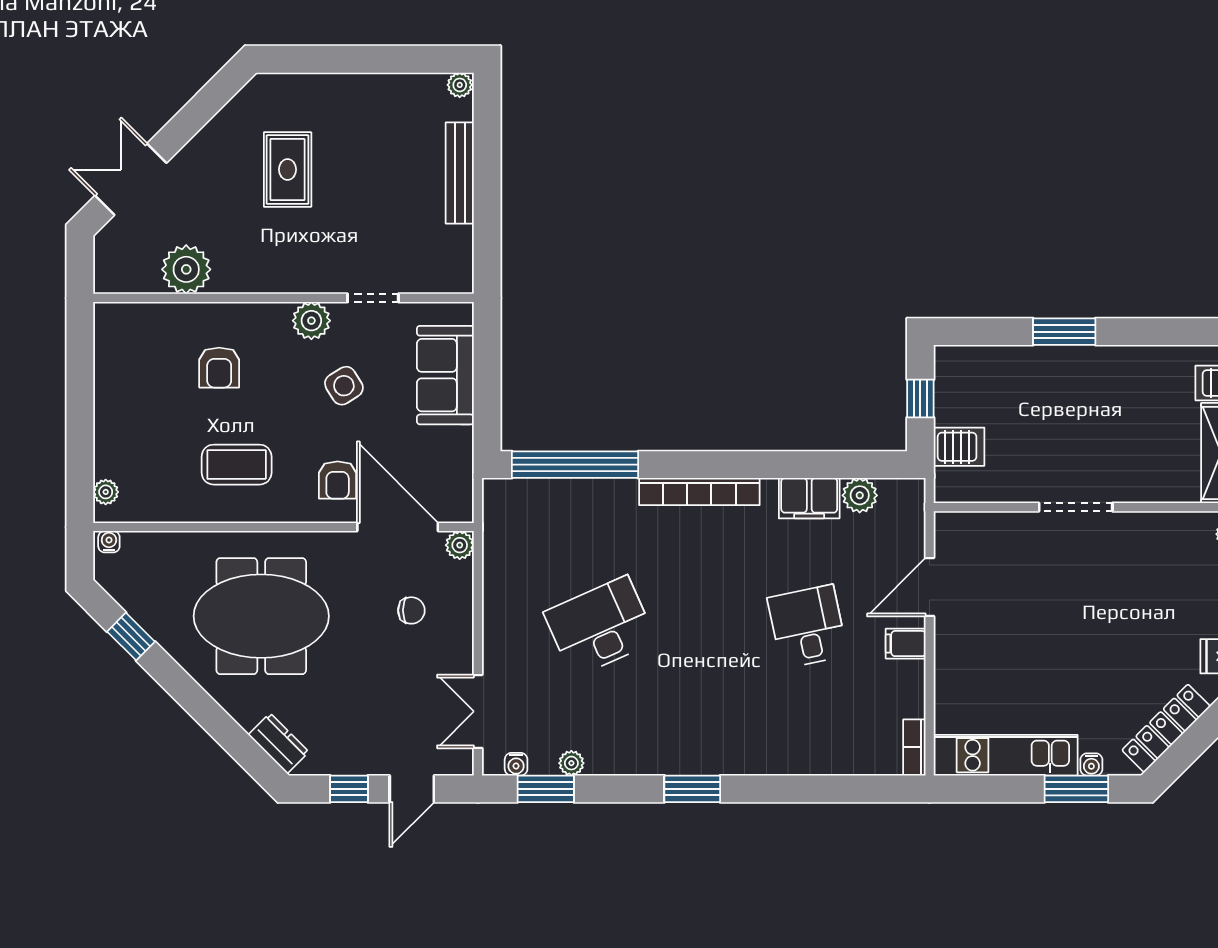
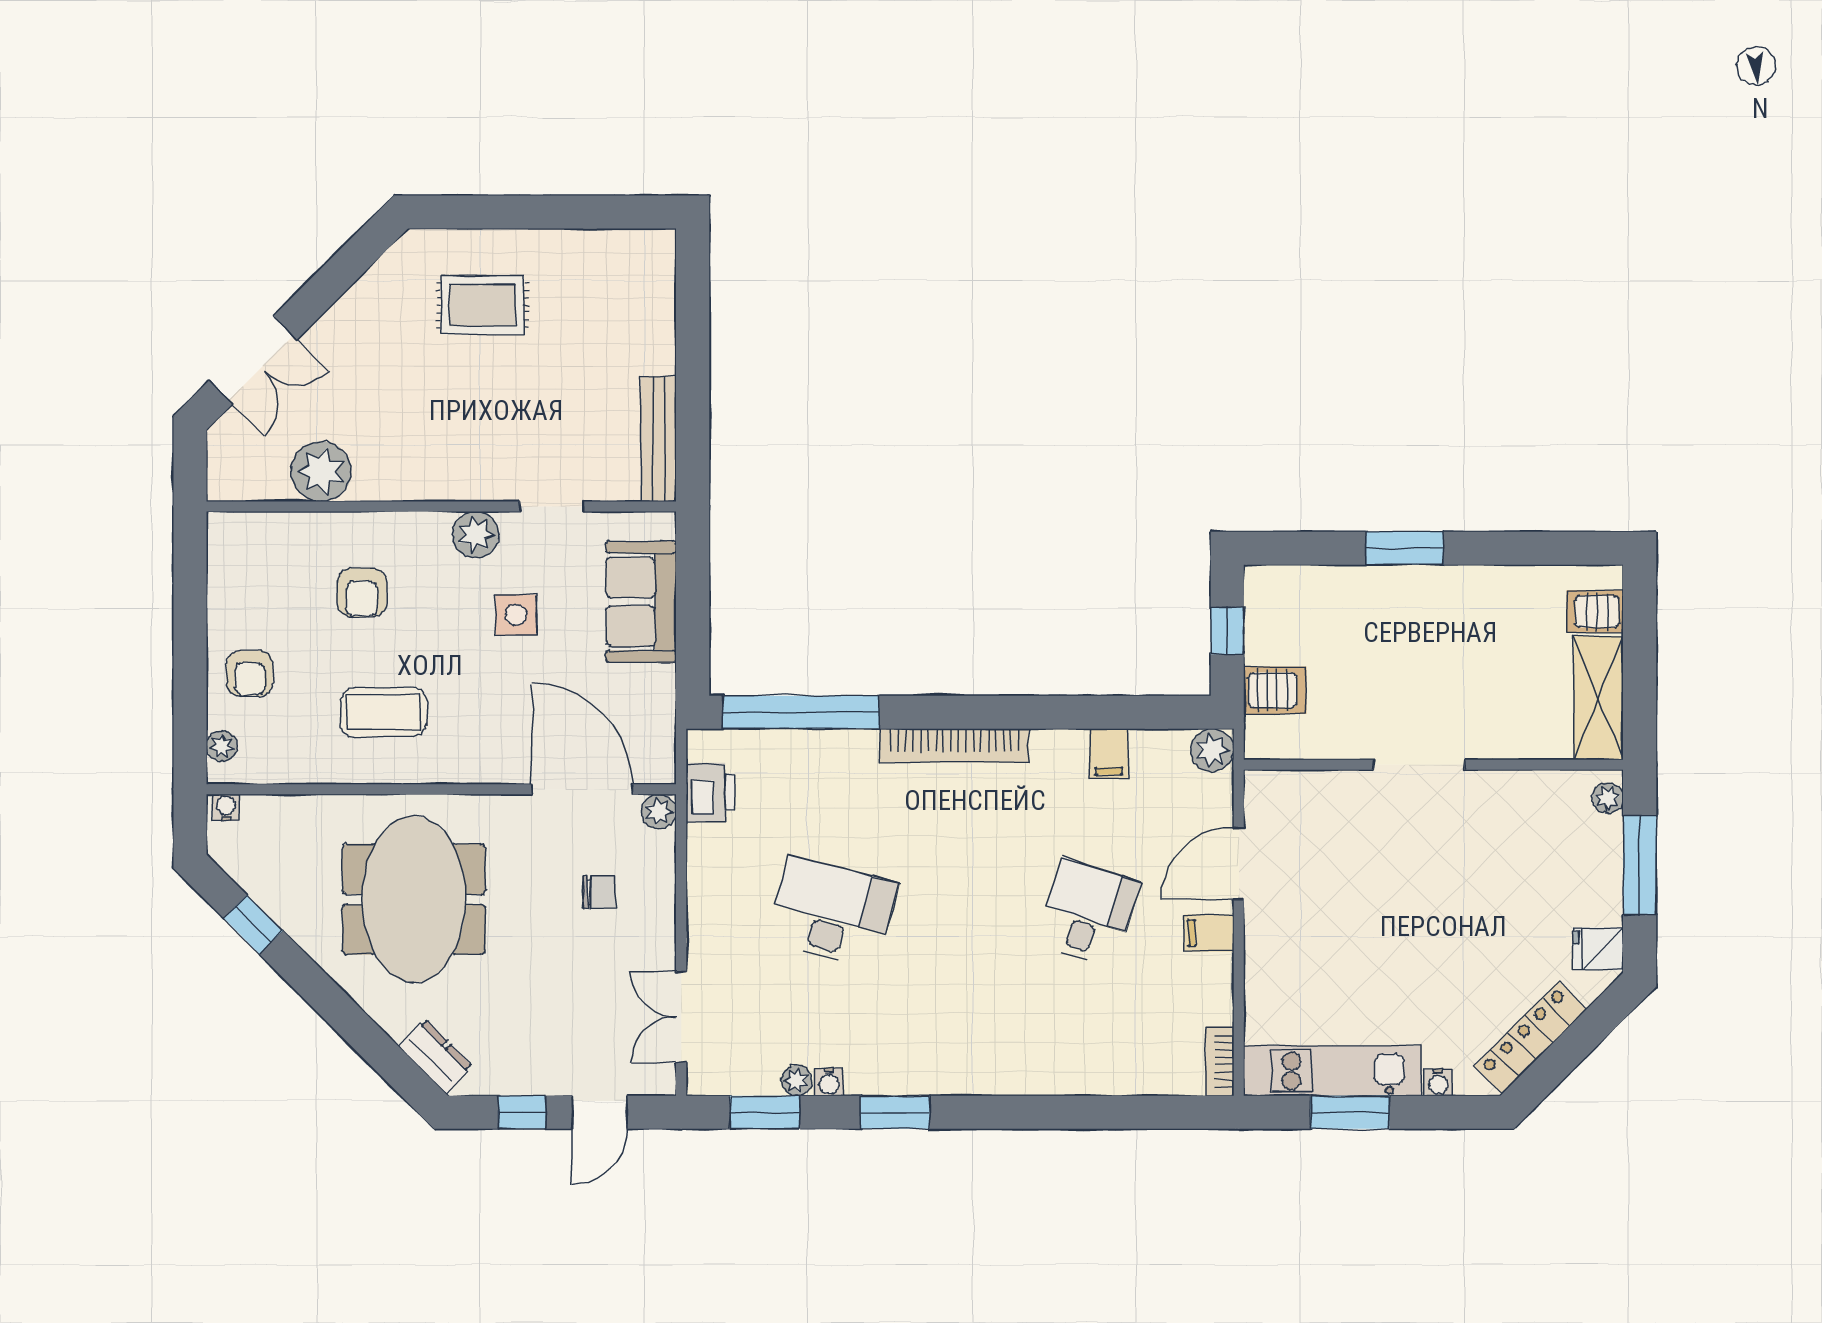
plant: (460, 85) -> (659, 244), removed
rug: (288, 170) -> (482, 305), moved, turned 90
bench: (460, 173) -> (659, 439), moved
double door: (131, 179) -> (253, 360), swing flipped
side table: (344, 386) -> (516, 615), turned 32
armchair: (338, 480) -> (250, 673), moved
plant: (860, 495) -> (1212, 750), moved
filing cabinet: (809, 498) -> (1109, 754), width x0.50
printer: (502, 529) -> (710, 792), added
meeting table: (261, 616) -> (414, 899), turned 90
desk: (600, 627) -> (832, 912), turned 39
desk: (807, 627) -> (1088, 912), turned 30
water cooler: (516, 764) -> (829, 1082), moved
window: (692, 789) -> (895, 1112), moved
window: (1076, 789) -> (1350, 1112), moved

